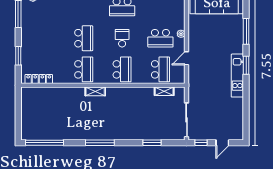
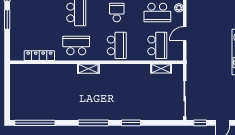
window: (18, 56) -> (7, 19), moved
school desk: (84, 69) -> (76, 45), turned -90
locker: (39, 79) -> (39, 56), moved
window: (152, 143) -> (131, 123), moved

